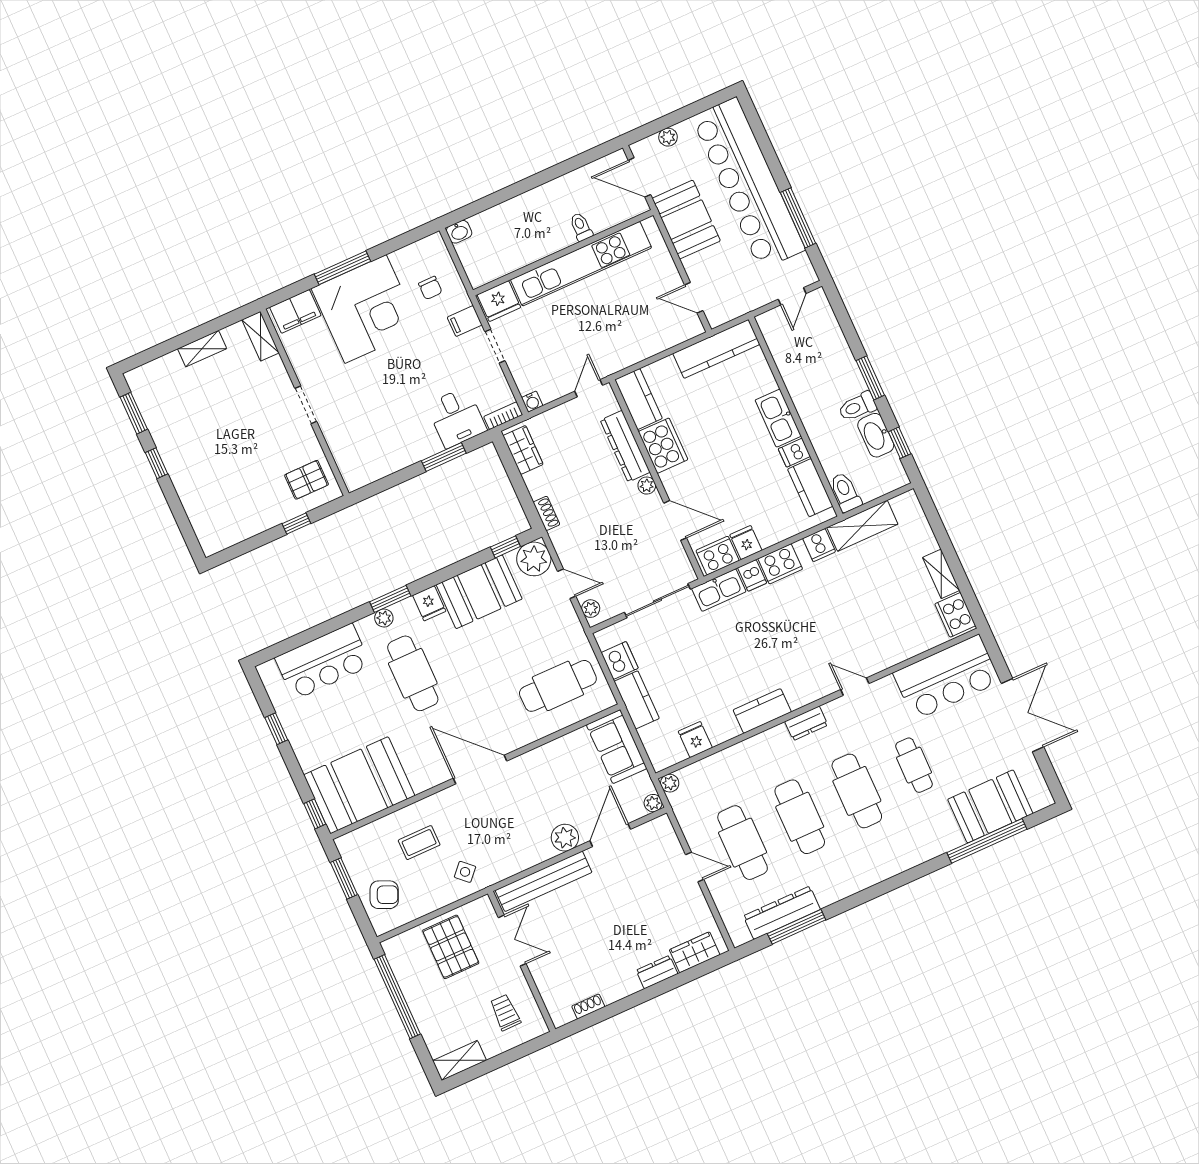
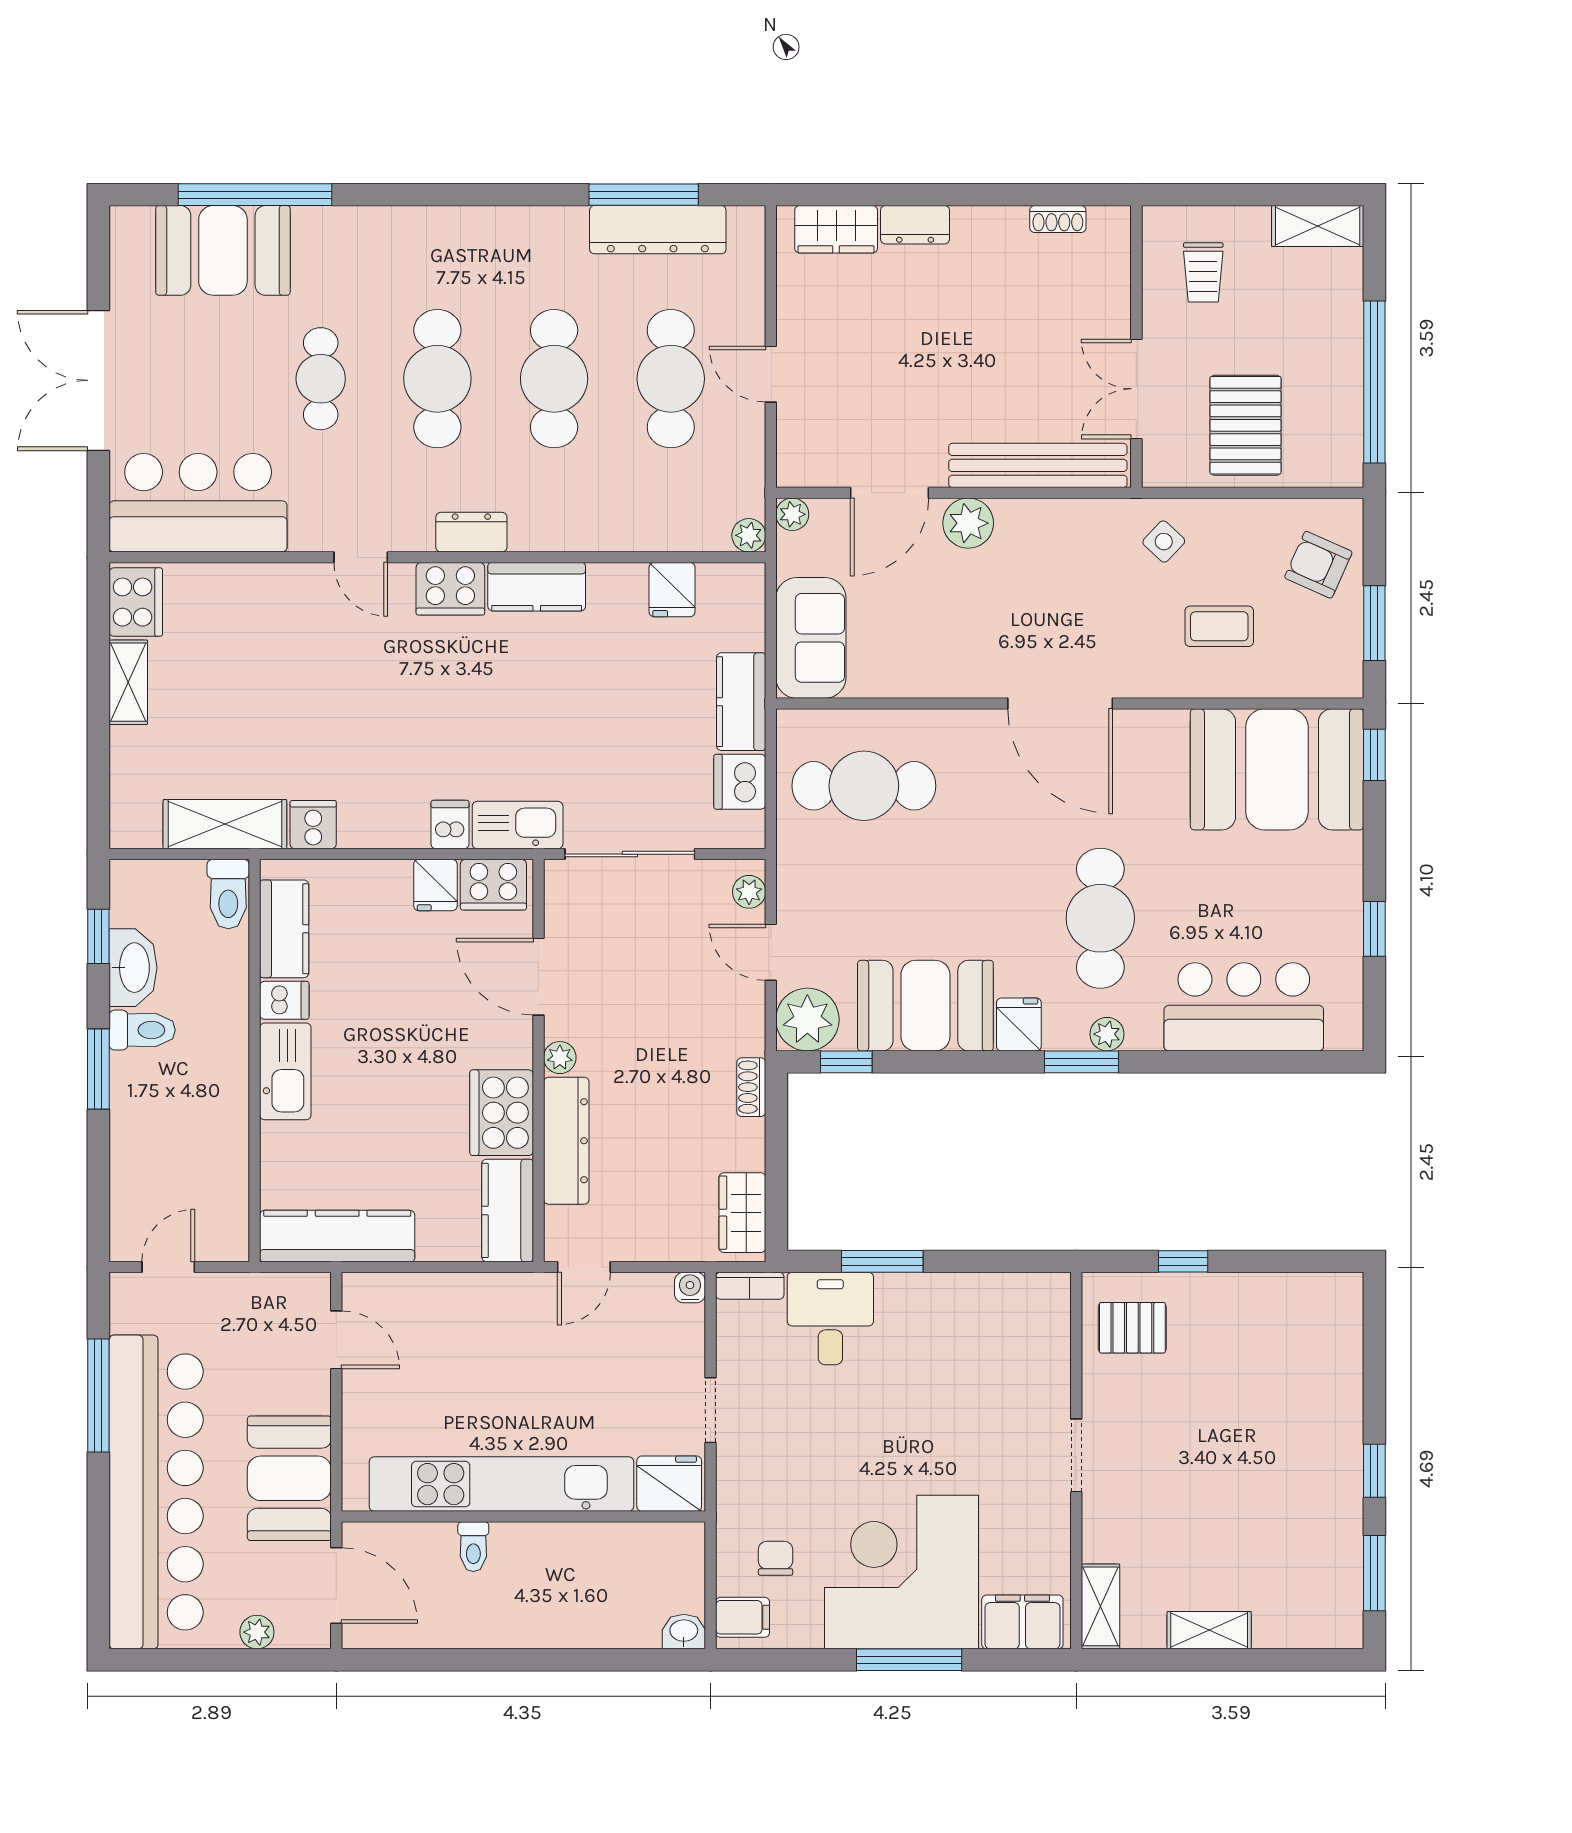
filing cabinet: (465, 321) -> (743, 1617), moved
cooker: (780, 564) -> (450, 589), moved, turned 180

